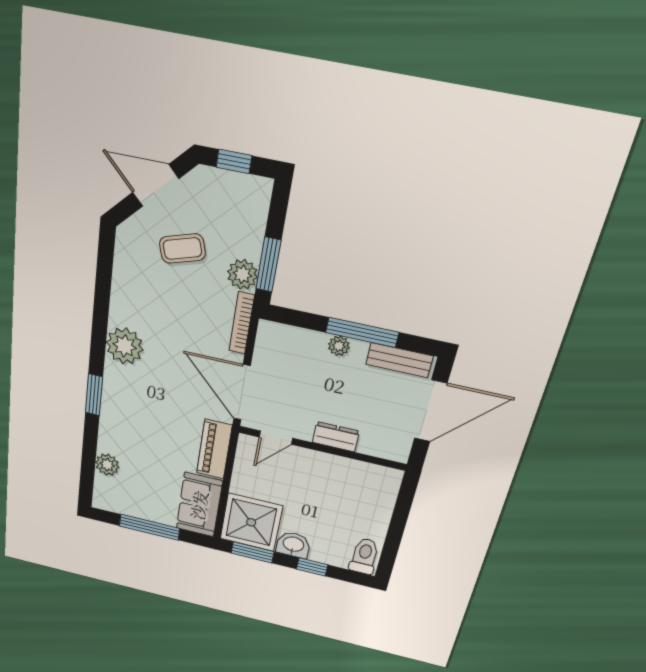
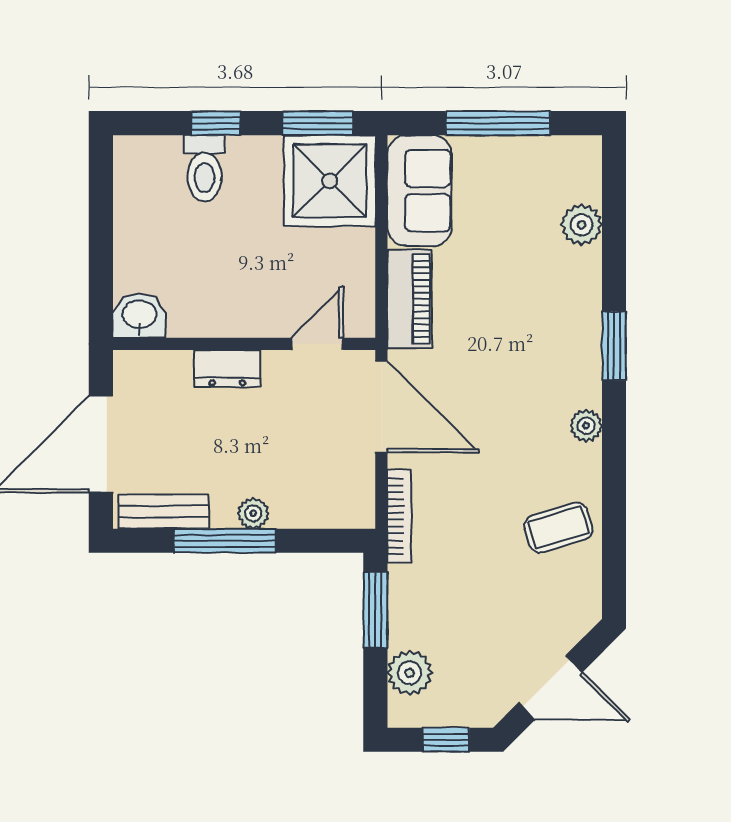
coffee table: (182, 249) -> (559, 528), moved
plant: (242, 274) -> (410, 673), moved
plant: (125, 346) -> (586, 426), width x0.53, depth x0.53
washbasin: (293, 545) -> (139, 316), moved, turned 180
toilet: (364, 556) -> (204, 168), moved

